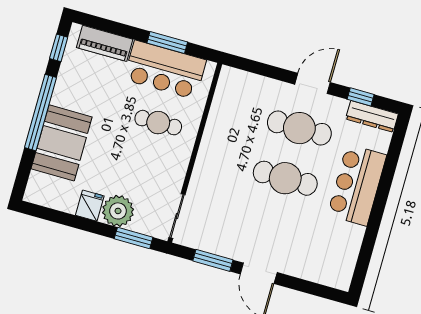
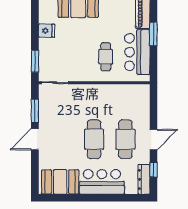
window: (167, 43) -> (153, 34), moved
door: (313, 83) -> (153, 140), hinge flipped
plant: (118, 211) -> (48, 48), removed
booth: (338, 252) -> (60, 182), added

